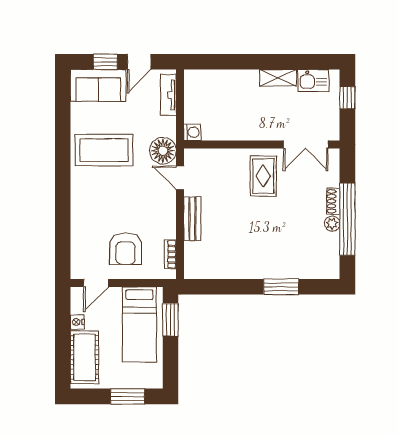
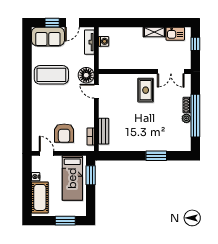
washing machine: (192, 132) -> (104, 41), moved
bench: (192, 219) -> (104, 131), moved
door: (96, 283) -> (47, 153), swing flipped

